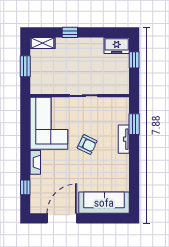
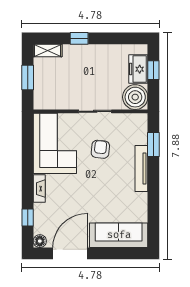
freezer: (117, 46) -> (138, 69), moved, turned 90
boiler: (118, 83) -> (135, 97), added
tv unit: (124, 139) -> (141, 168), width x1.41
armchair: (87, 144) -> (100, 149), moved, turned -110
floor lamp: (36, 208) -> (40, 241), added

